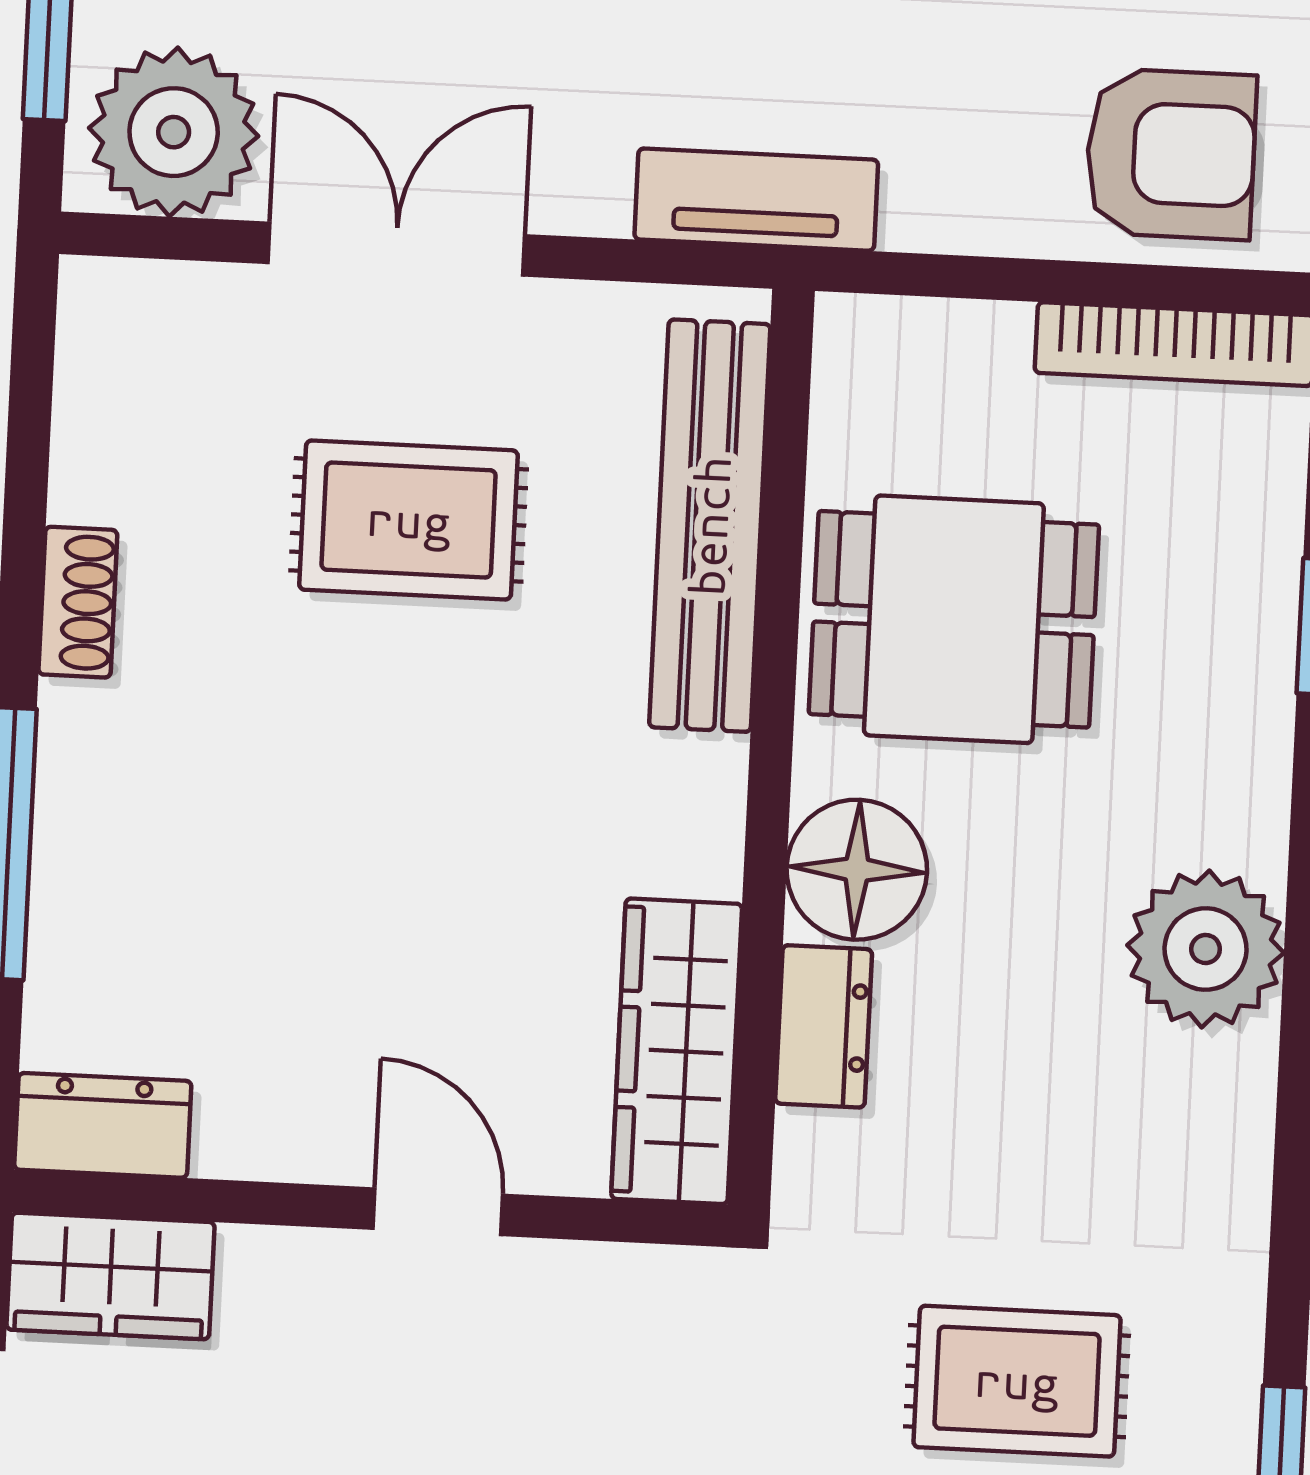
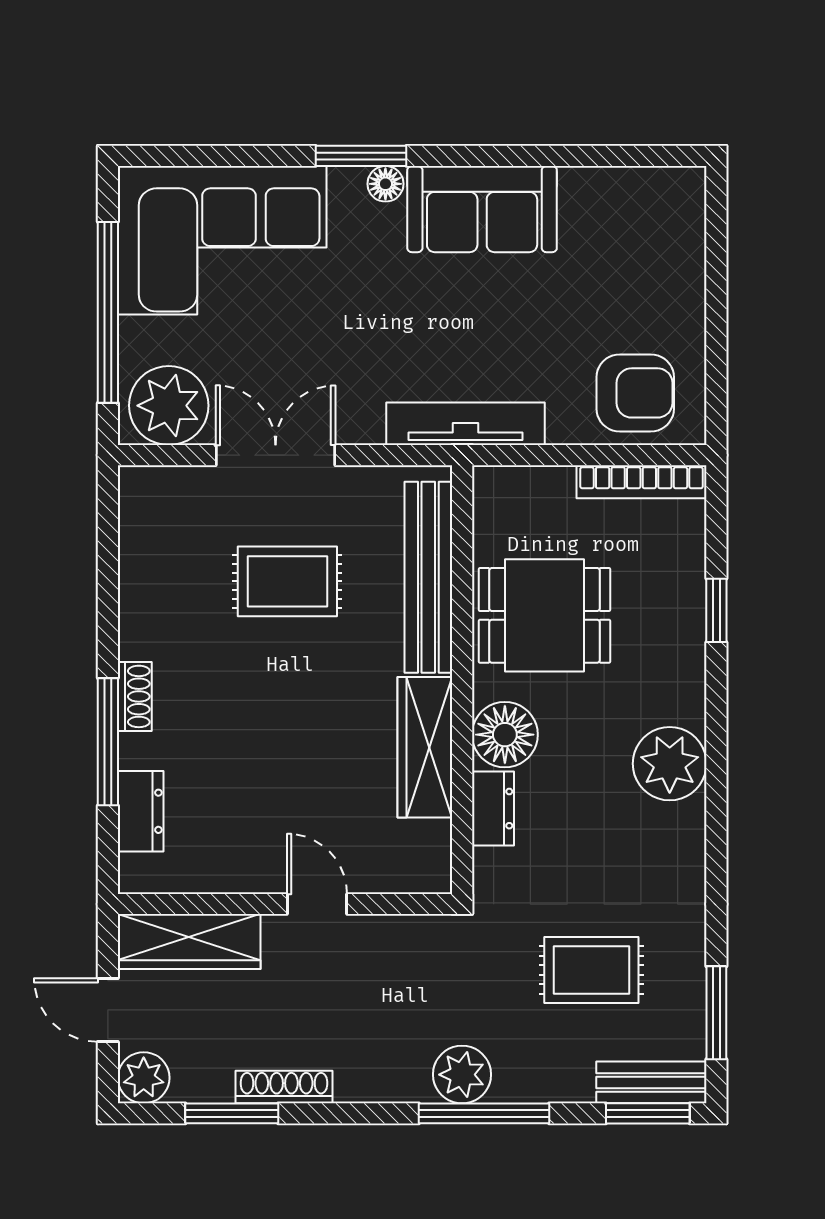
tv unit: (756, 200) -> (466, 424), width x1.41
shoe rack: (78, 602) -> (135, 696), moved
wardrobe: (677, 1051) -> (425, 747), moved
dresser: (103, 1125) -> (141, 811), moved, turned 90
wardrobe: (110, 1276) -> (189, 941), width x1.50

